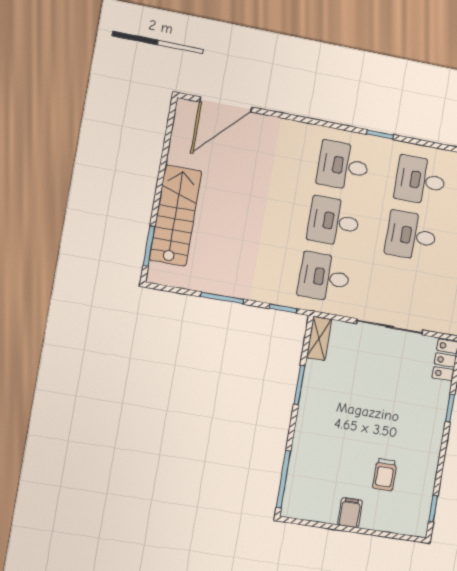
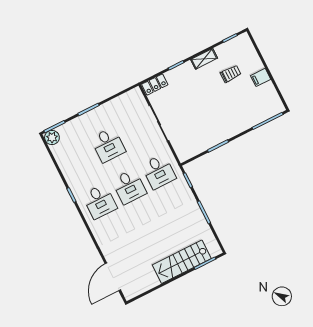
door: (226, 104) -> (113, 277), swing flipped
desk: (420, 180) -> (78, 160), removed
shelving: (319, 338) -> (204, 59), moved

